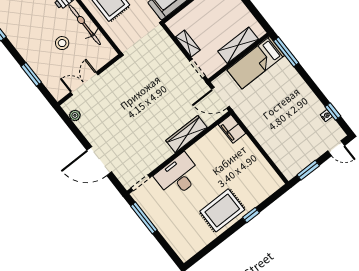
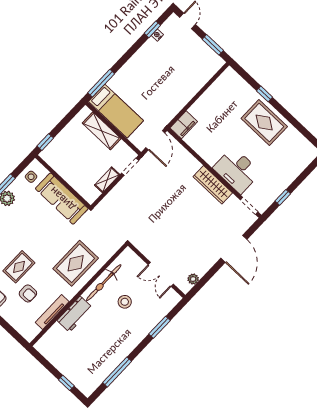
wardrobe: (186, 134) -> (213, 185), moved
window: (144, 218) -> (283, 197), width x0.46

